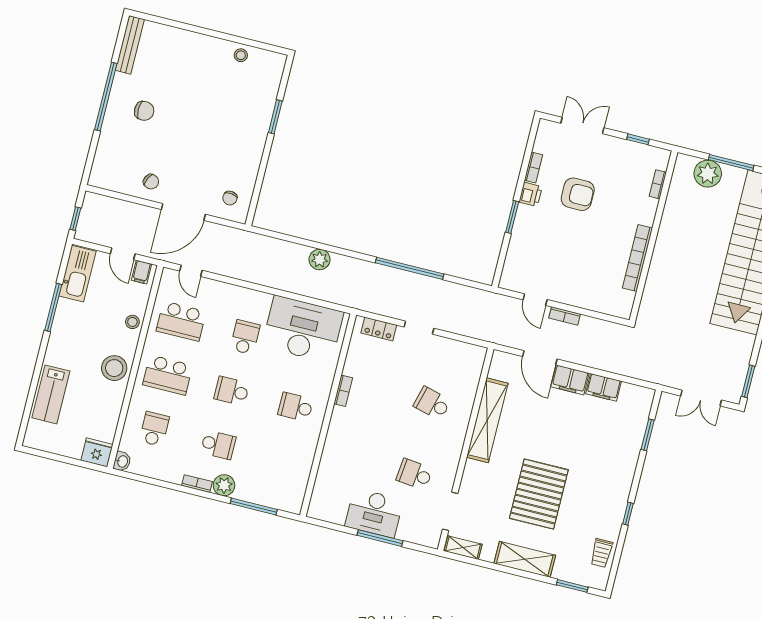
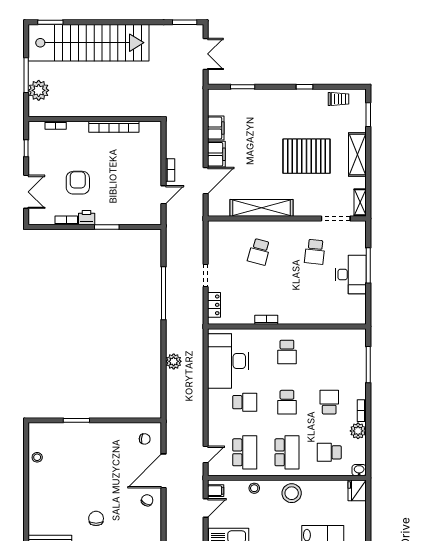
double door: (582, 126) -> (26, 192), swing flipped
door: (183, 212) -> (164, 471), swing flipped
school desk: (245, 337) -> (245, 402), turned 180
plant: (224, 485) -> (358, 431), moved

